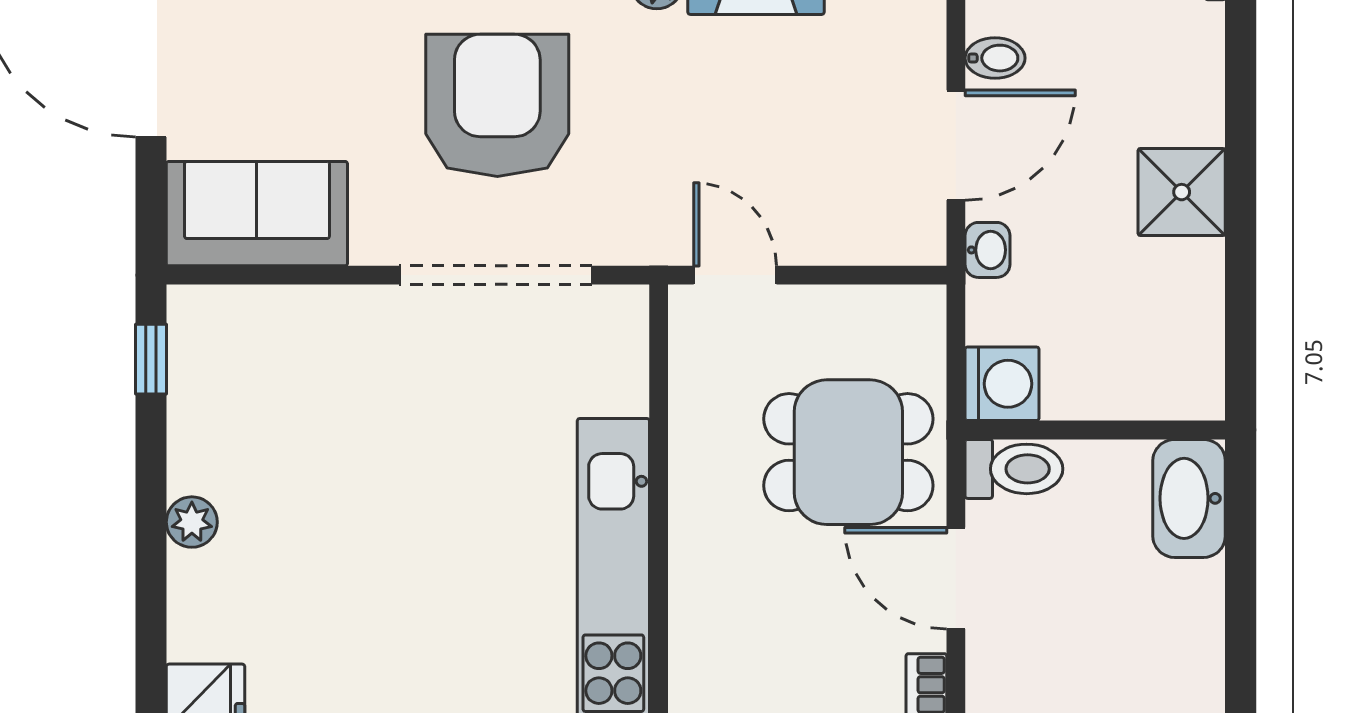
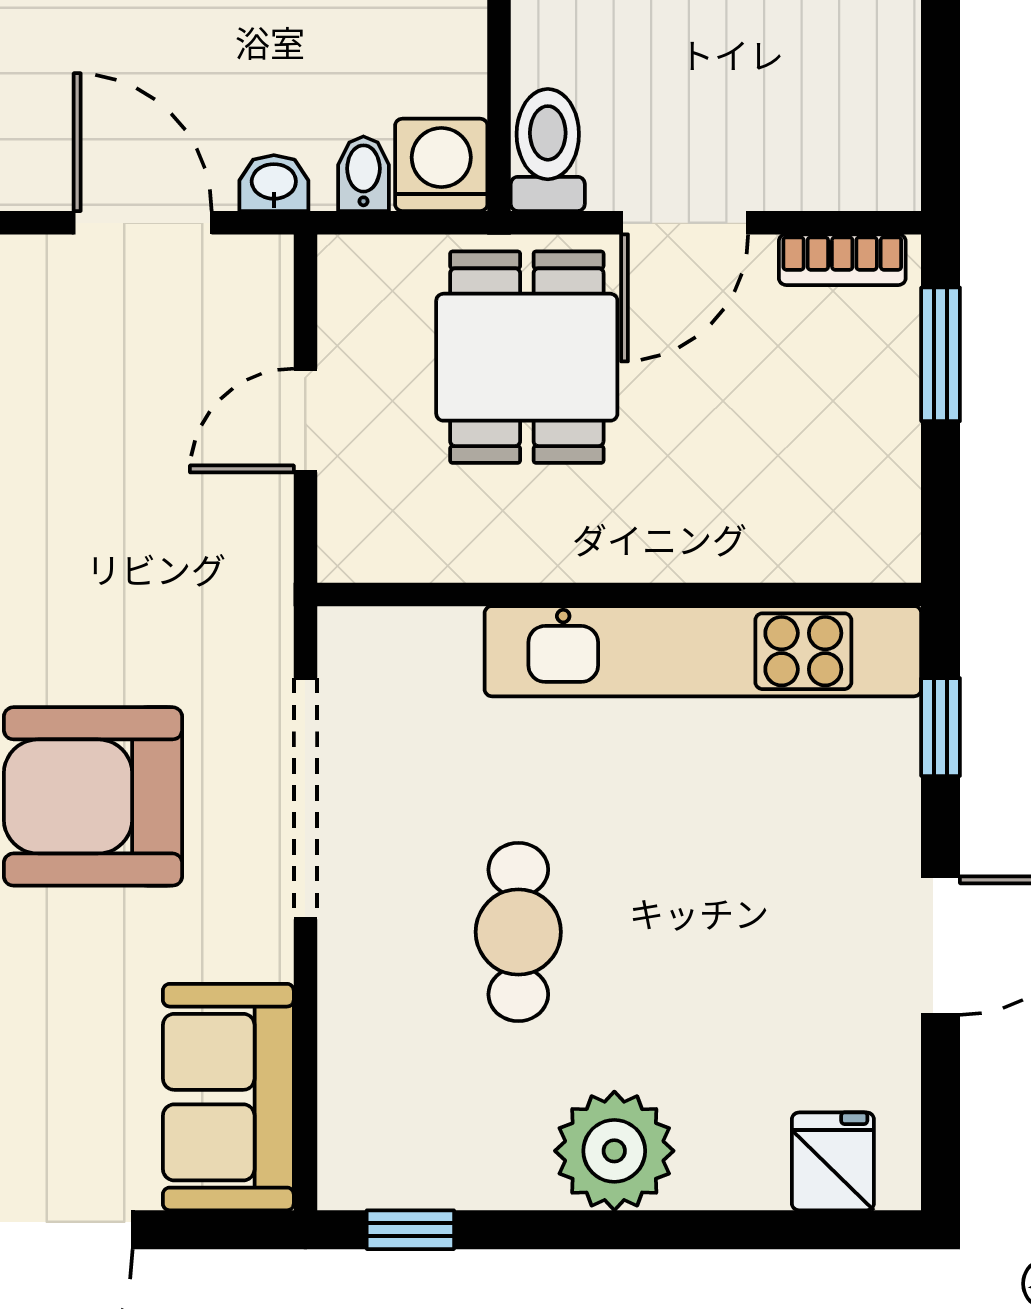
bidet: (995, 58) -> (363, 174), moved
door: (735, 275) -> (305, 421), moved
cafe table: (389, 445) -> (518, 932), added
plant: (192, 522) -> (614, 1151), width x1.87, depth x1.87

